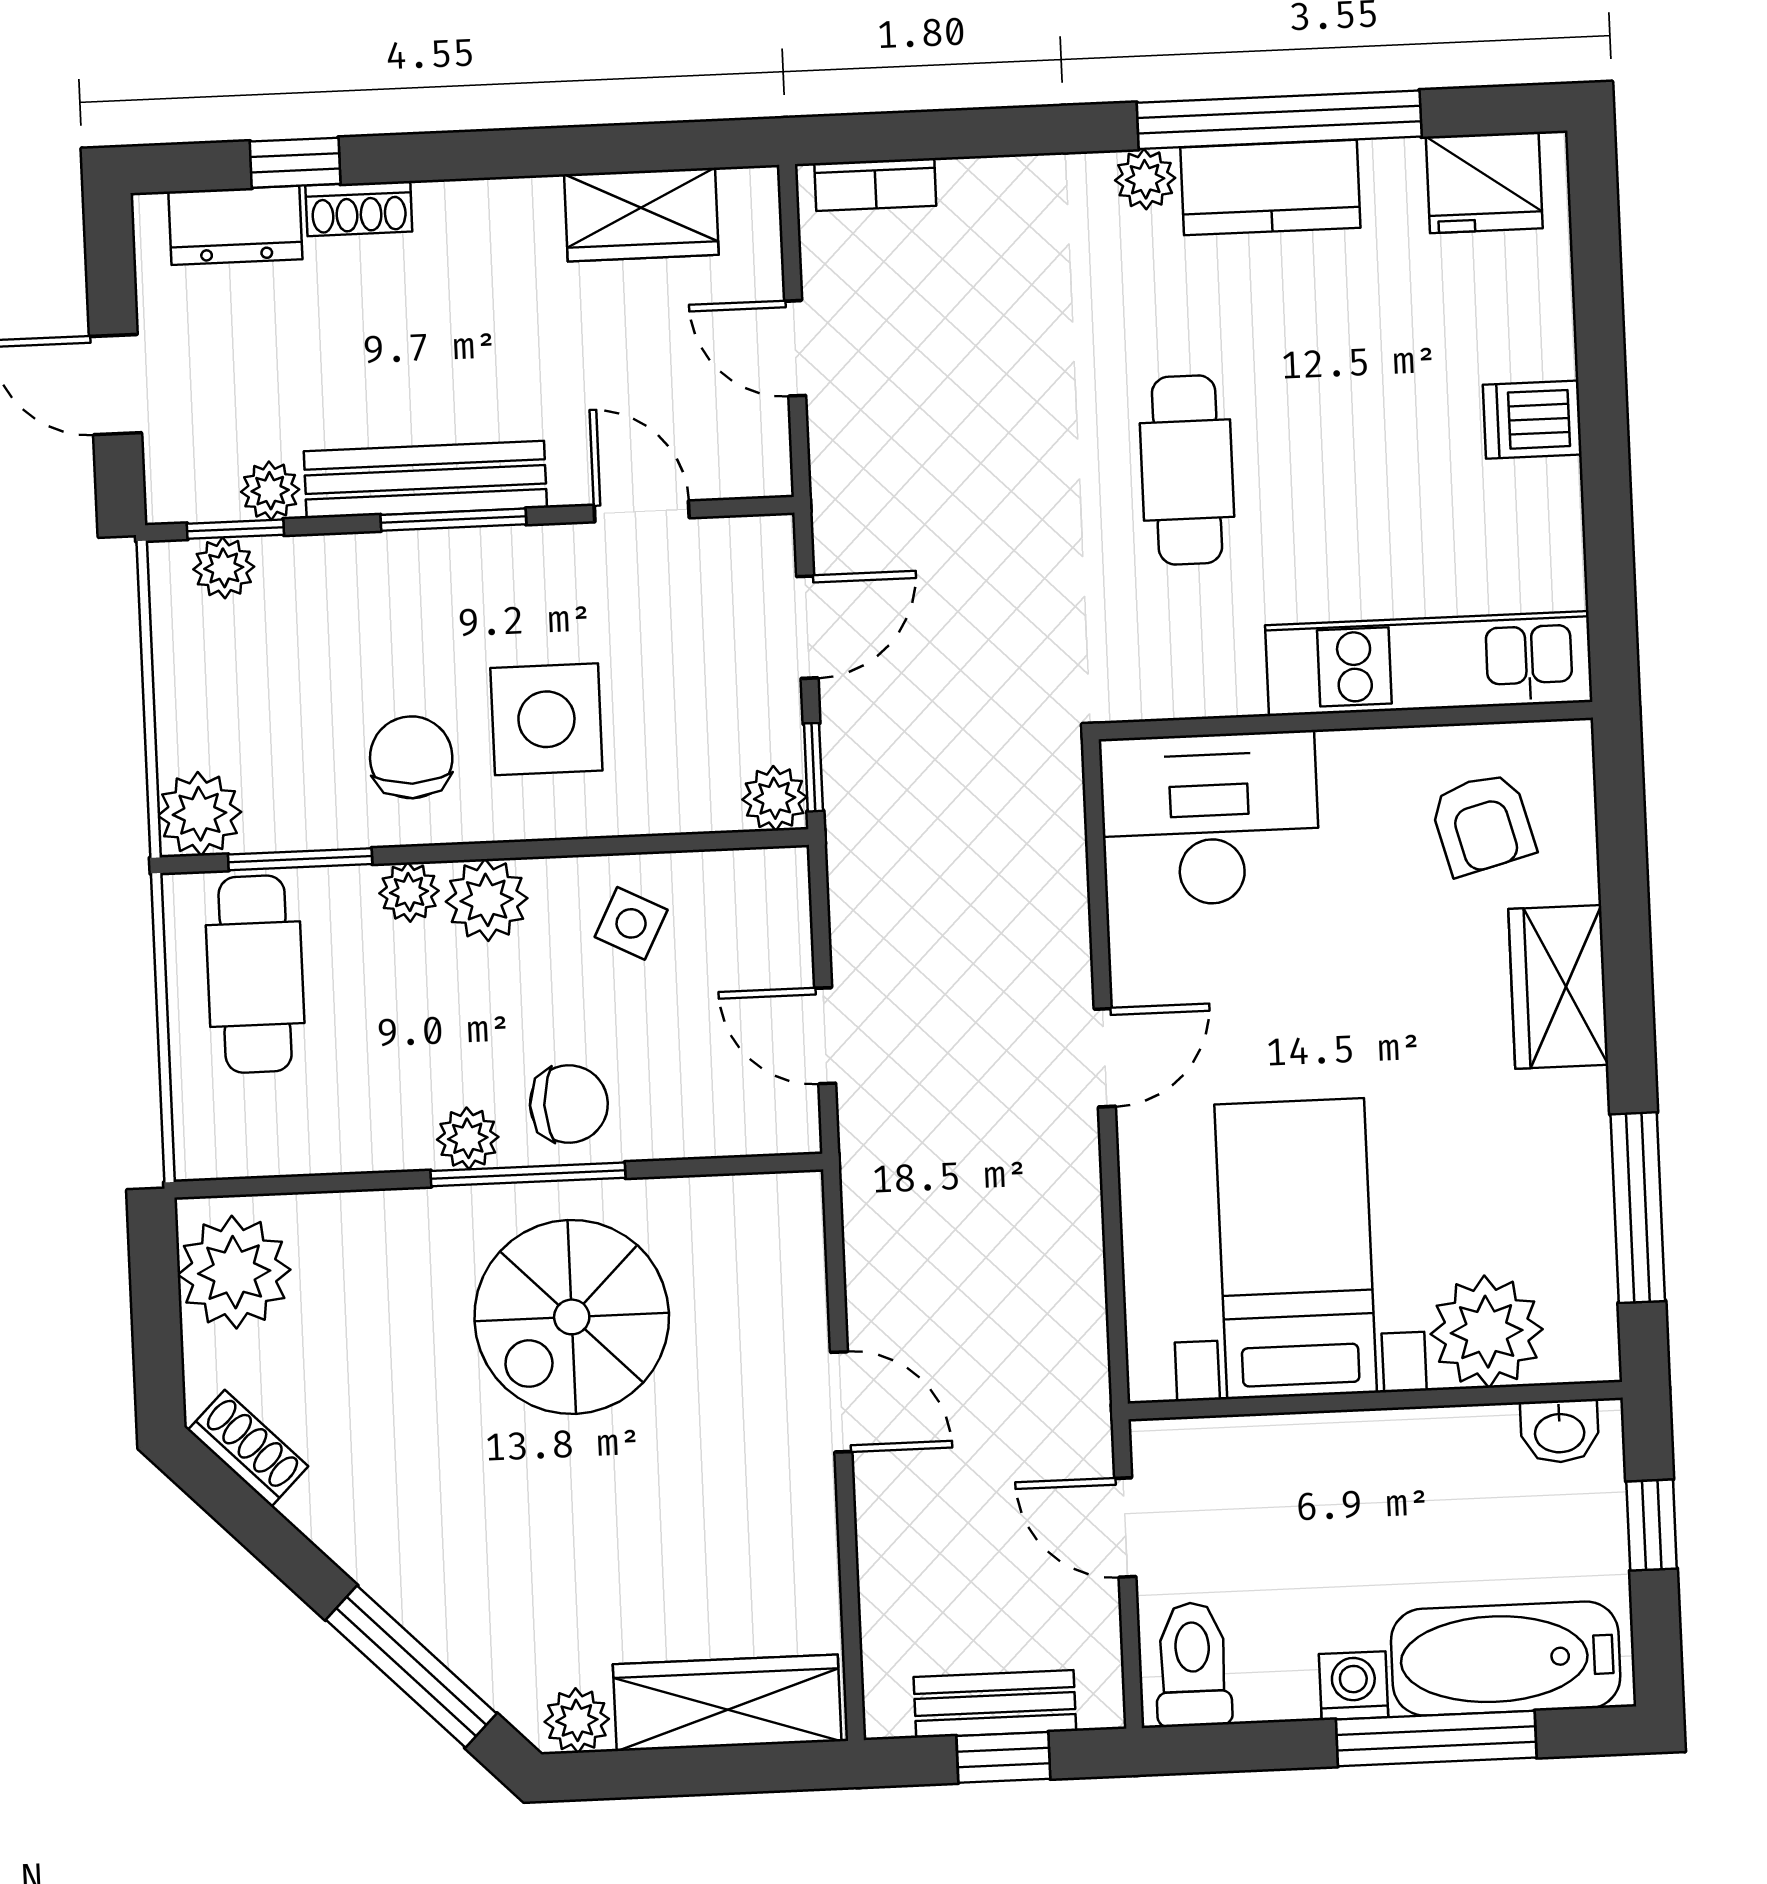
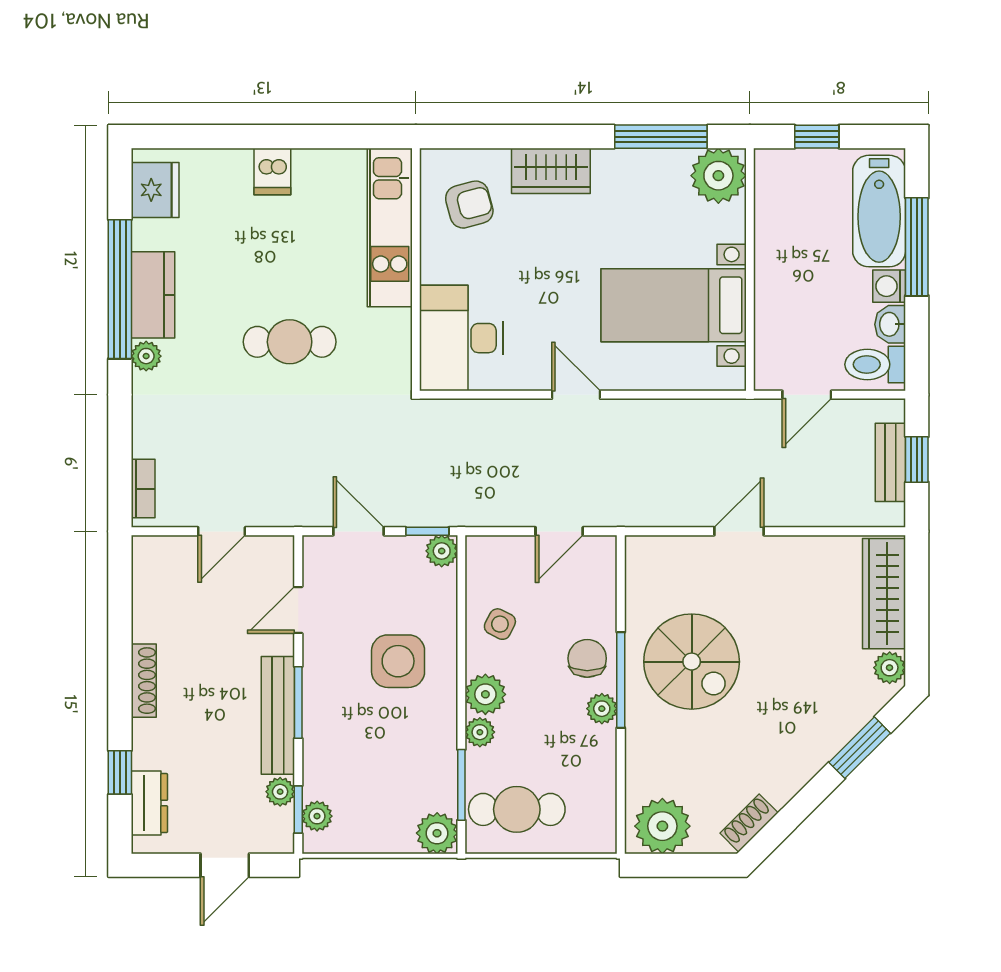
shoe rack: (359, 209) -> (144, 681), moved, width x1.43
wardrobe: (641, 215) -> (153, 604), removed
chair: (411, 757) -> (414, 728), removed
plant: (1487, 1332) -> (718, 176), moved
washbasin: (1560, 1431) -> (890, 324), moved, turned 180
window: (411, 1667) -> (860, 748), width x0.69

